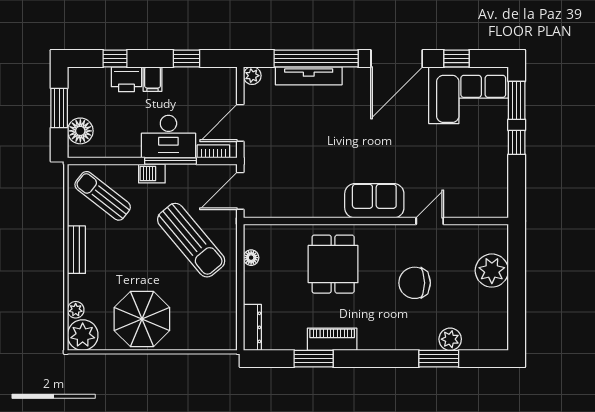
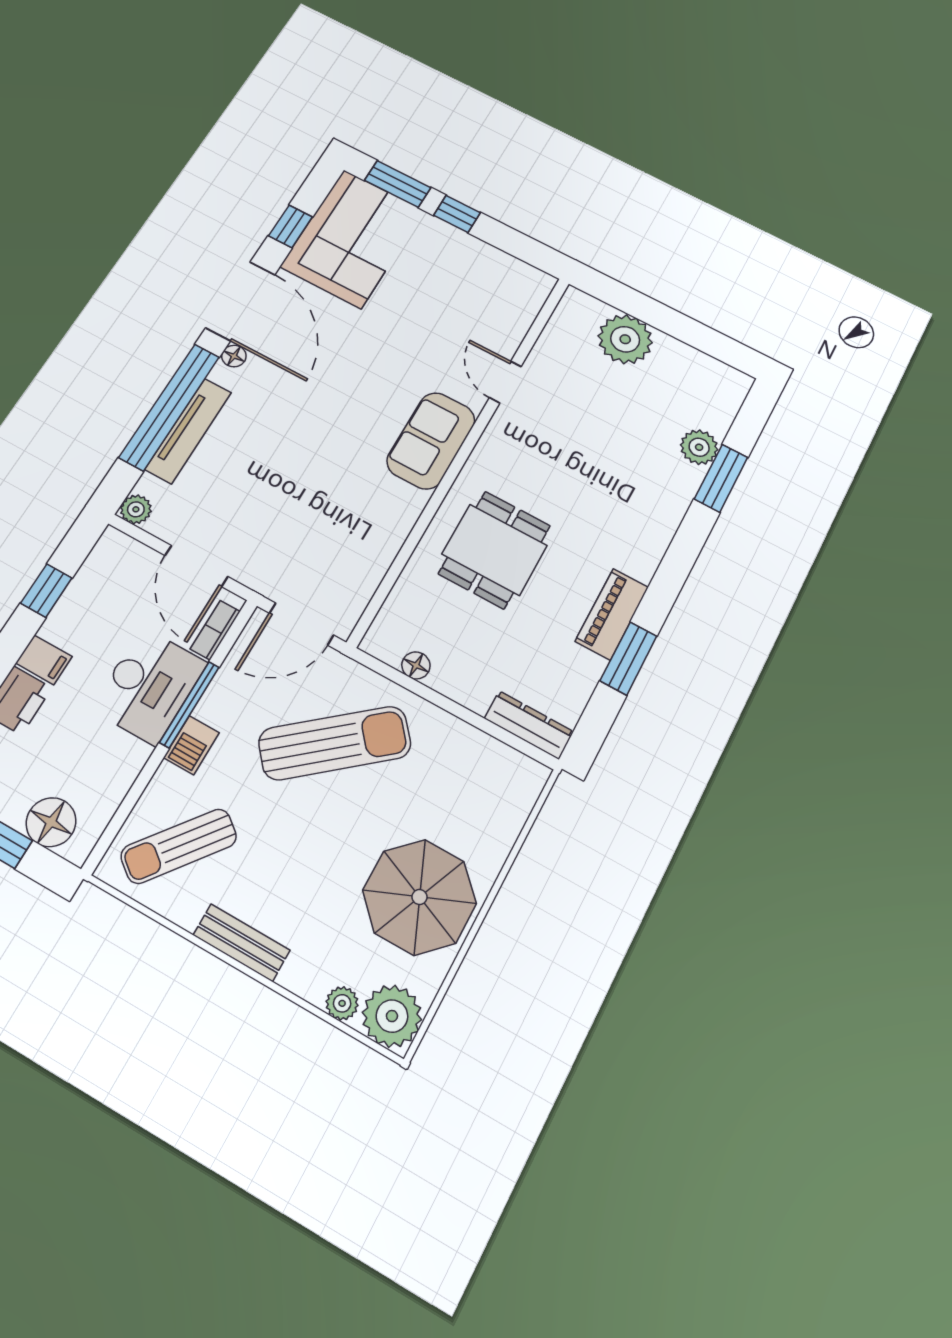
floor lamp: (363, 74) -> (234, 356), added
door: (240, 191) -> (301, 624), hinge flipped
dining table: (333, 264) -> (495, 550), turned 90
chair: (415, 283) -> (587, 451), removed

